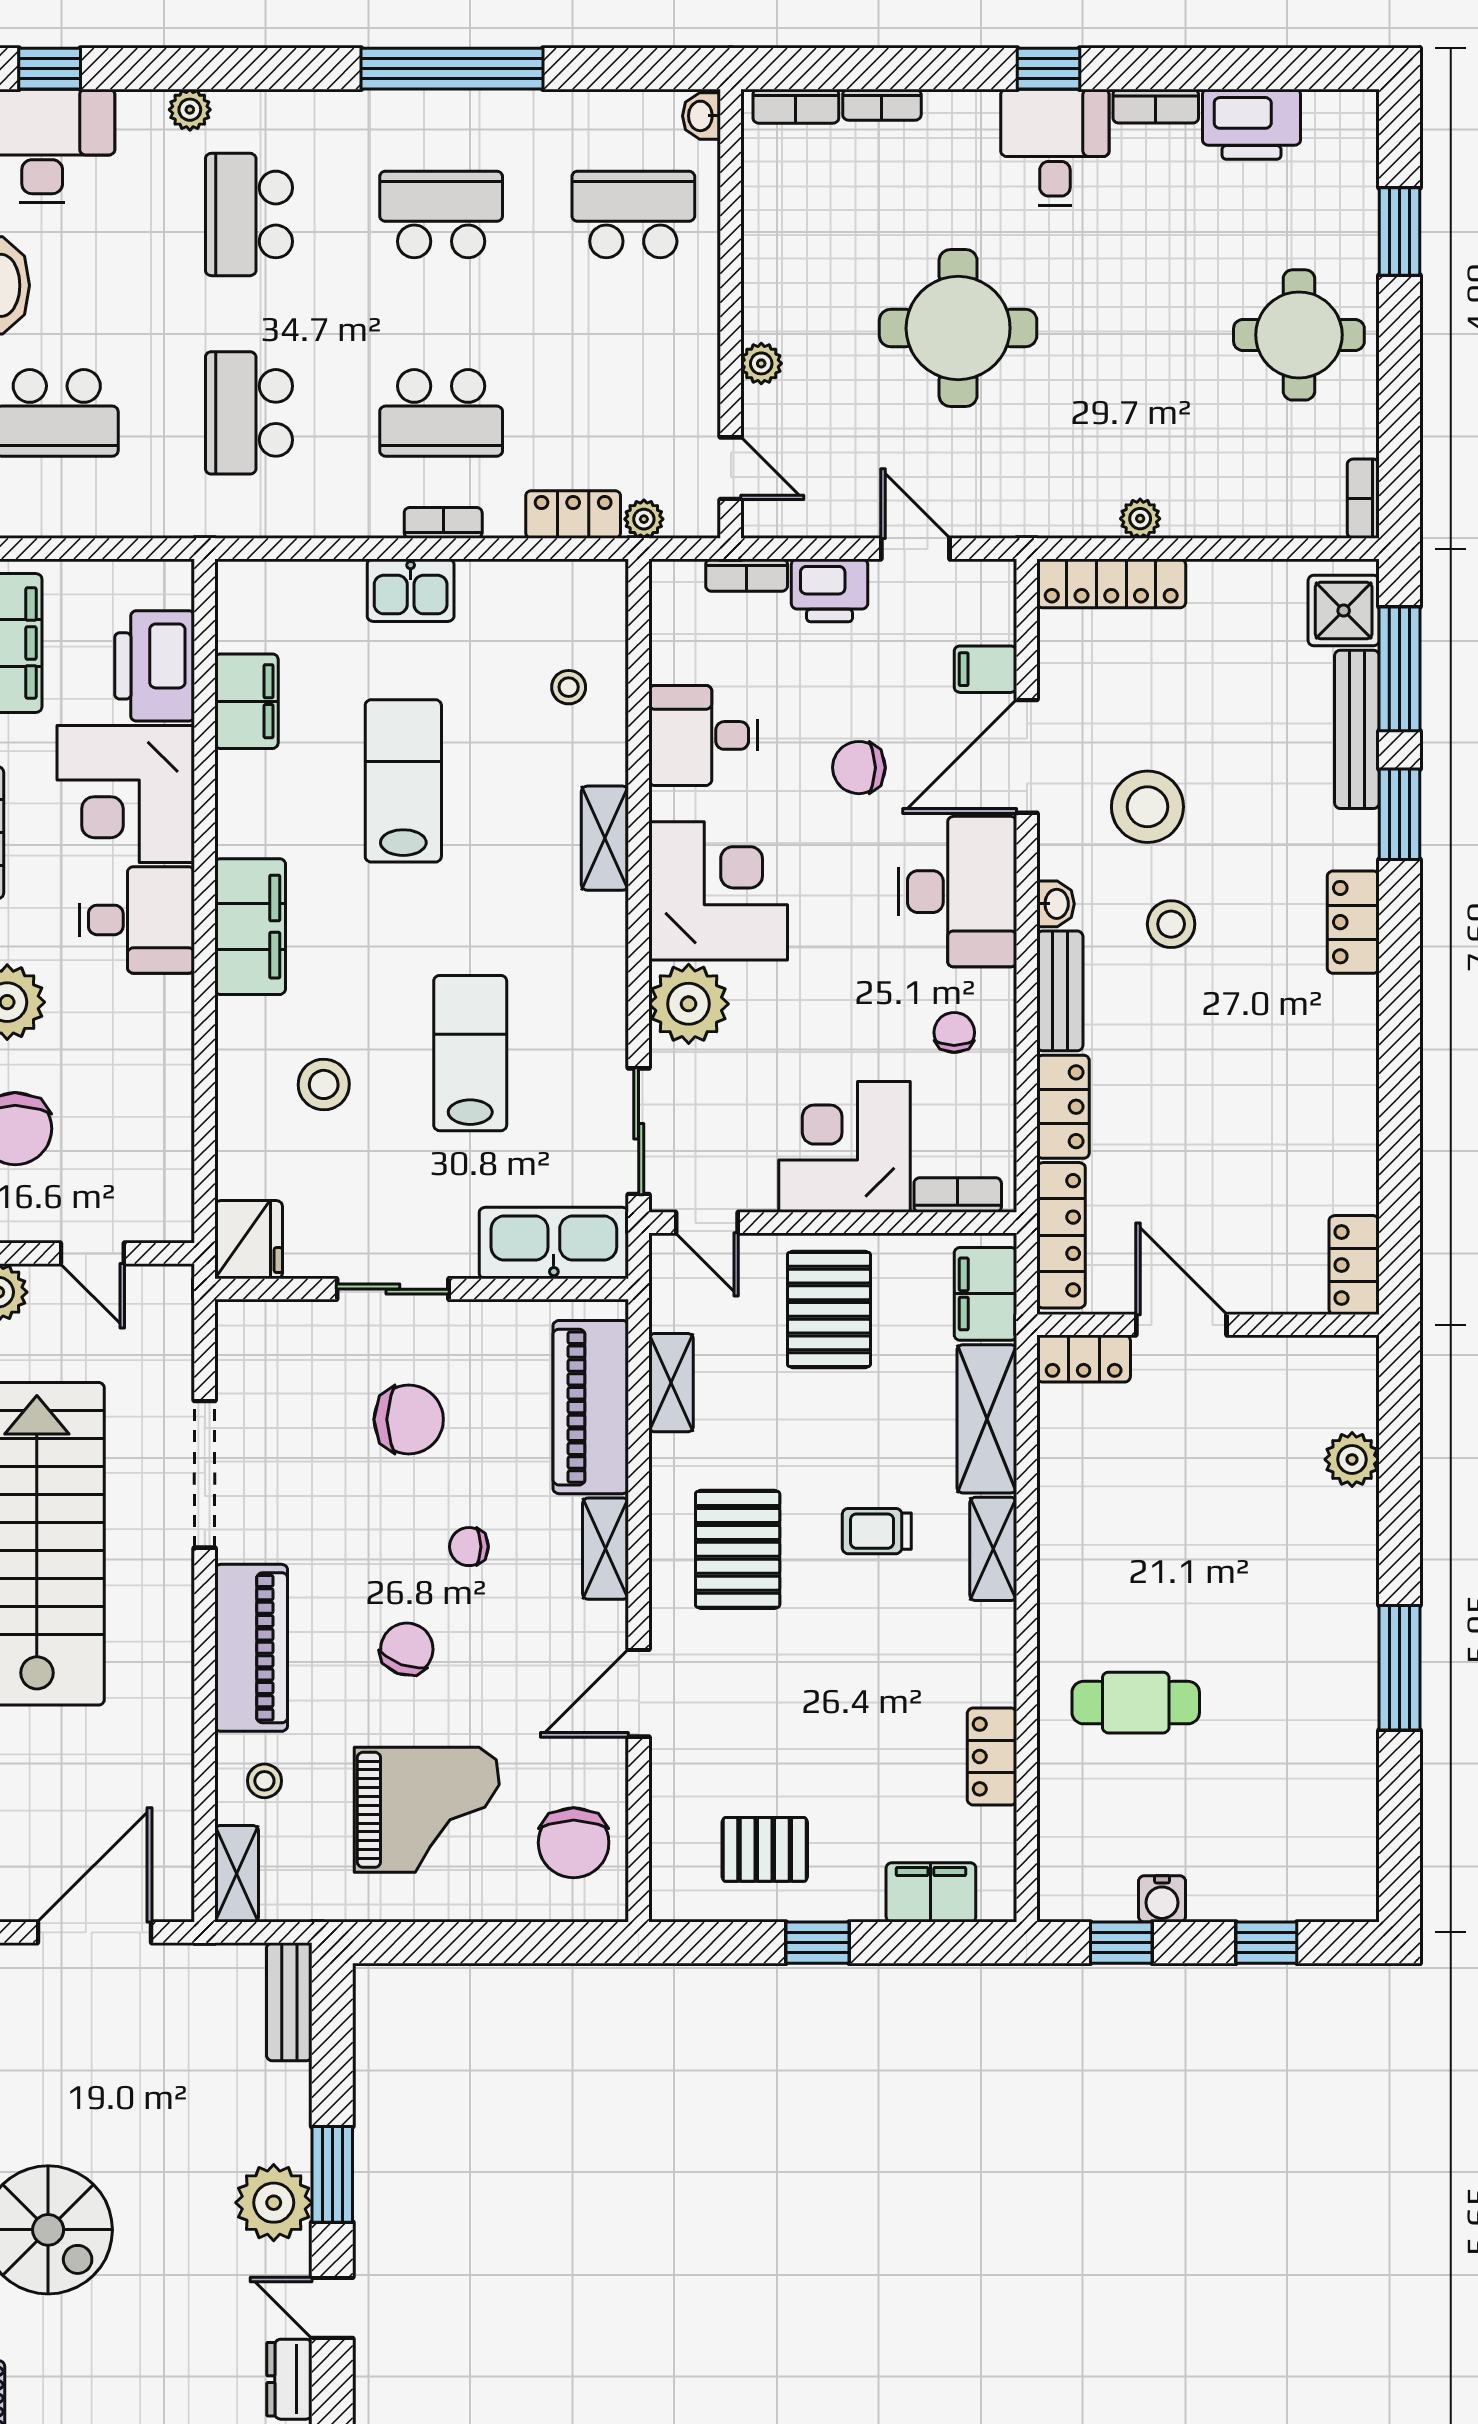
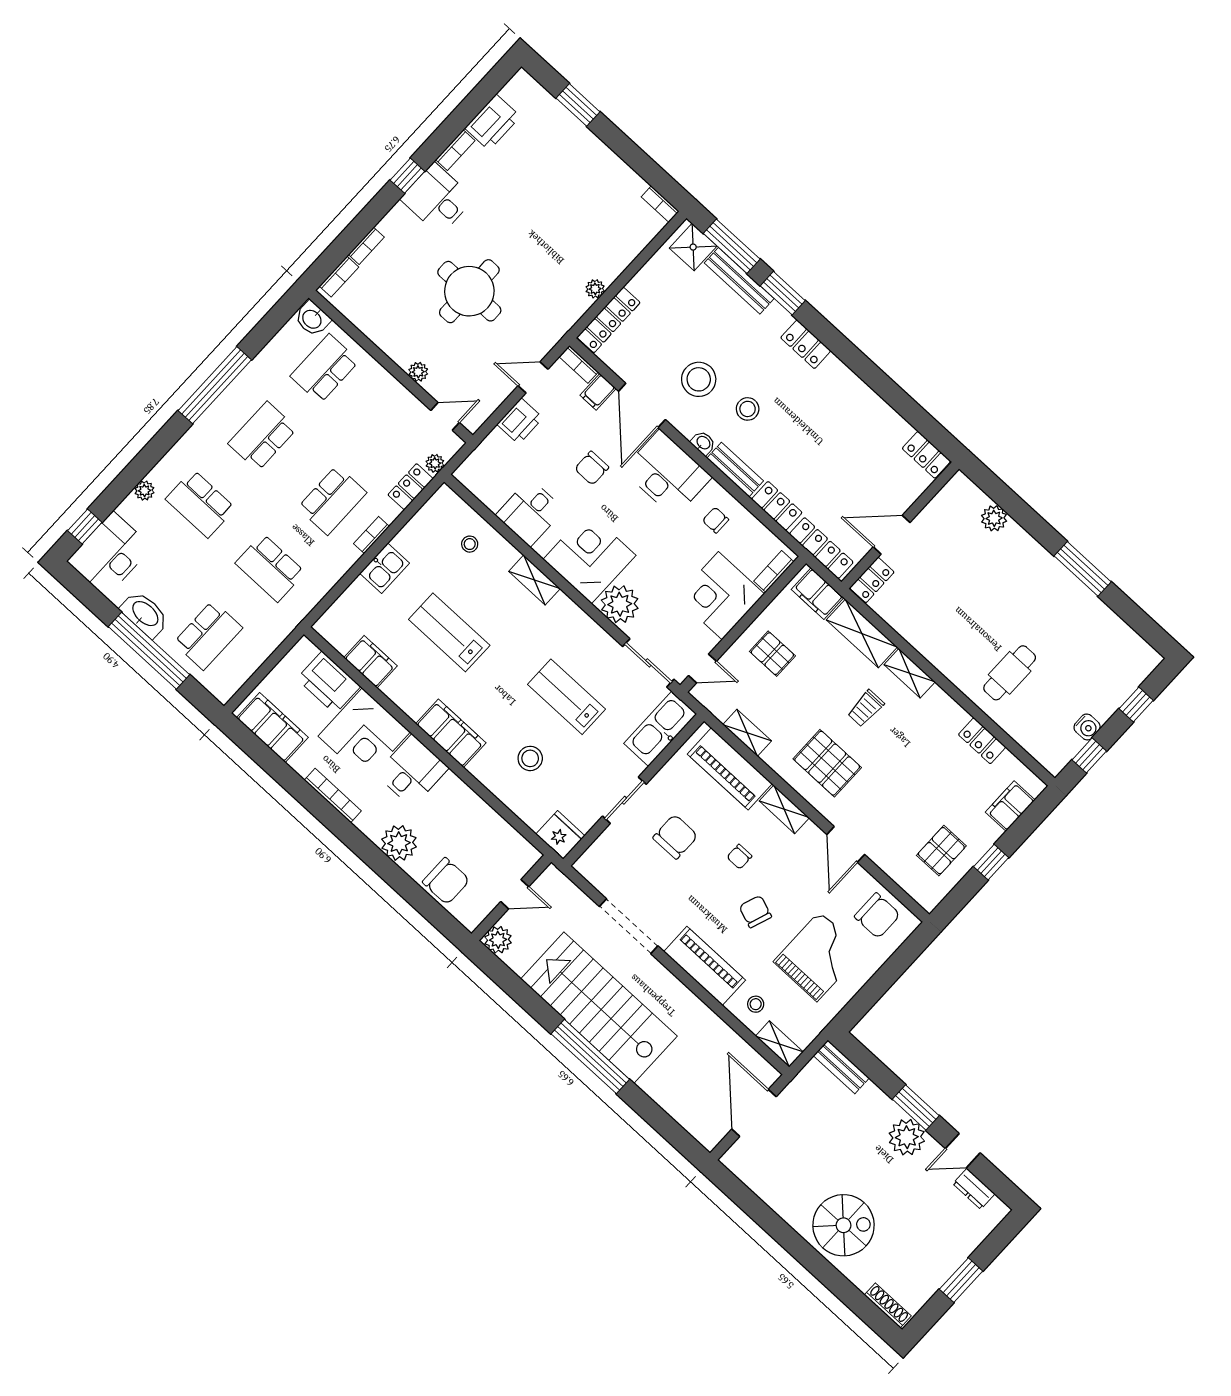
washbasin: (701, 116) -> (312, 319), width x1.38, depth x1.45
round table: (1299, 335) -> (582, 174), removed
bookcase: (747, 575) -> (579, 365), moved, turned 90
pallet: (829, 1309) -> (772, 654), width x0.67, depth x0.71

